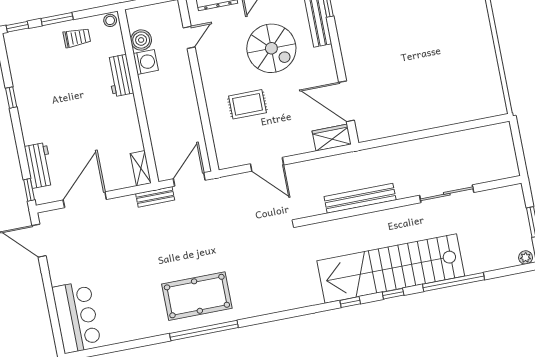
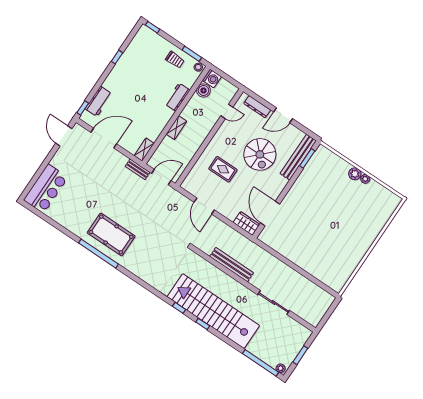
window: (57, 19) -> (192, 54), moved
washing machine: (146, 62) -> (212, 78), moved
shelving: (152, 110) -> (176, 128), added
window: (453, 282) -> (261, 363), moved

